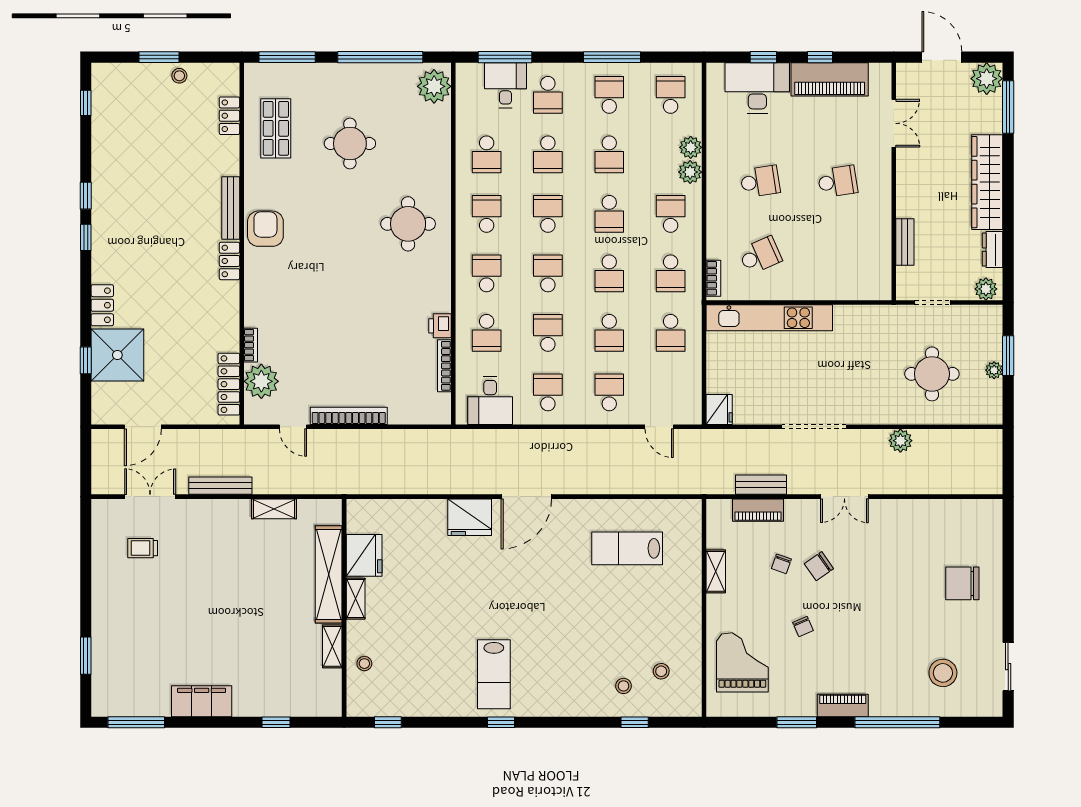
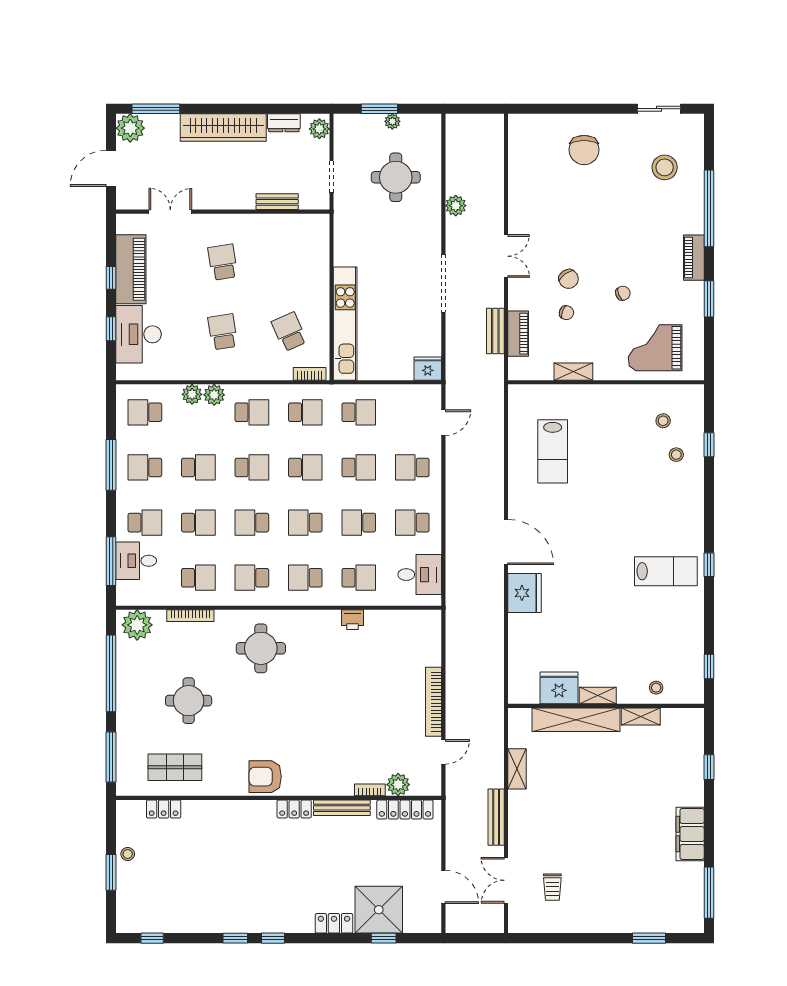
bench: (231, 208) -> (342, 808), moved
school desk: (671, 214) -> (252, 412), turned 180
bookcase: (444, 366) -> (190, 616), moved
plant: (261, 381) -> (398, 785), width x0.73, depth x0.73

